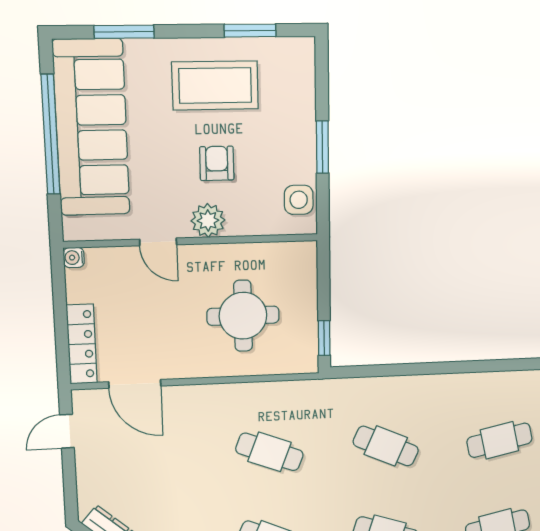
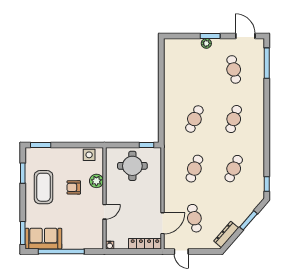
window: (124, 32) -> (23, 233), moved
sofa: (91, 128) -> (43, 239), width x0.54, depth x0.79
window: (322, 147) -> (41, 145), moved
plant: (208, 220) -> (96, 181), moved
round table: (243, 316) -> (132, 166), moved
cafe table: (499, 440) -> (194, 218), moved

